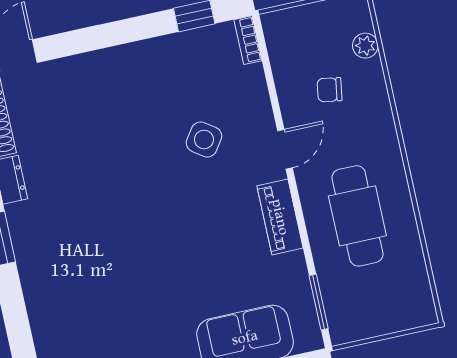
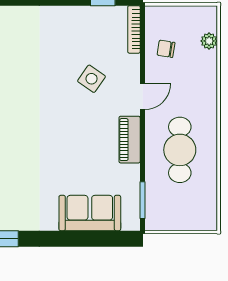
bookcase: (248, 40) -> (134, 29), width x1.56
chair: (330, 90) -> (166, 49), moved

